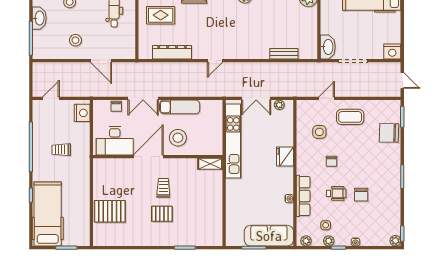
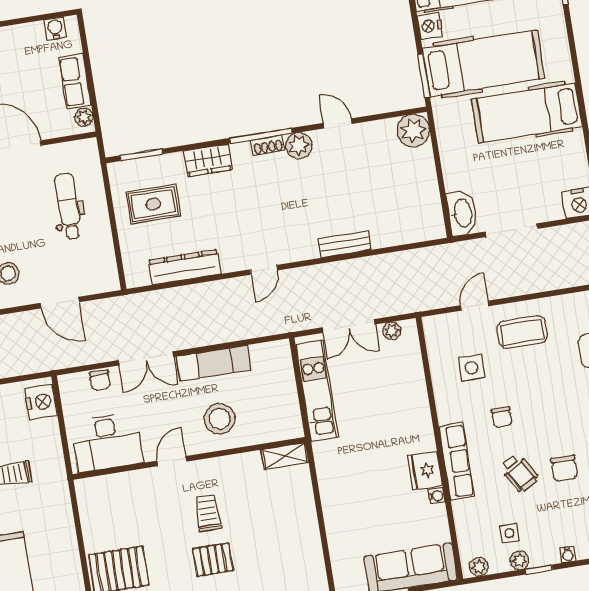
bench: (284, 54) -> (345, 244), moved
kitchen unit: (233, 141) -> (317, 391), width x0.73
fridge: (285, 156) -> (425, 470), moved
door: (148, 157) -> (172, 461), width x0.53
wheelchair: (336, 193) -> (519, 473), turned 59
row of seats: (303, 196) -> (457, 461), moved

